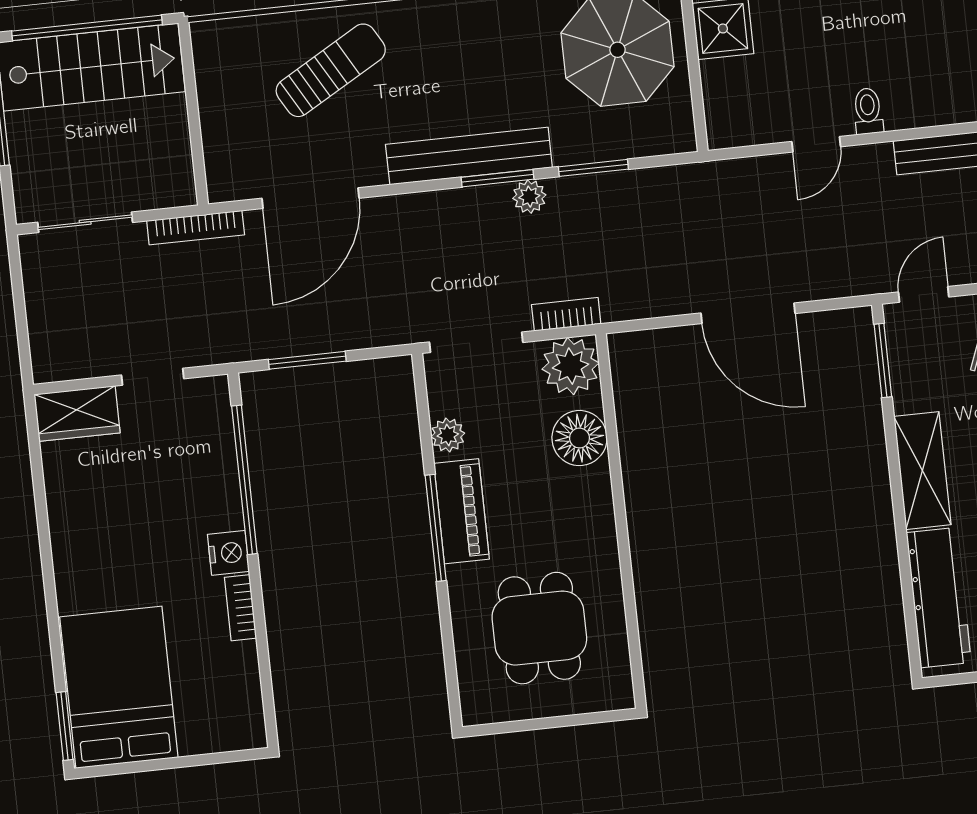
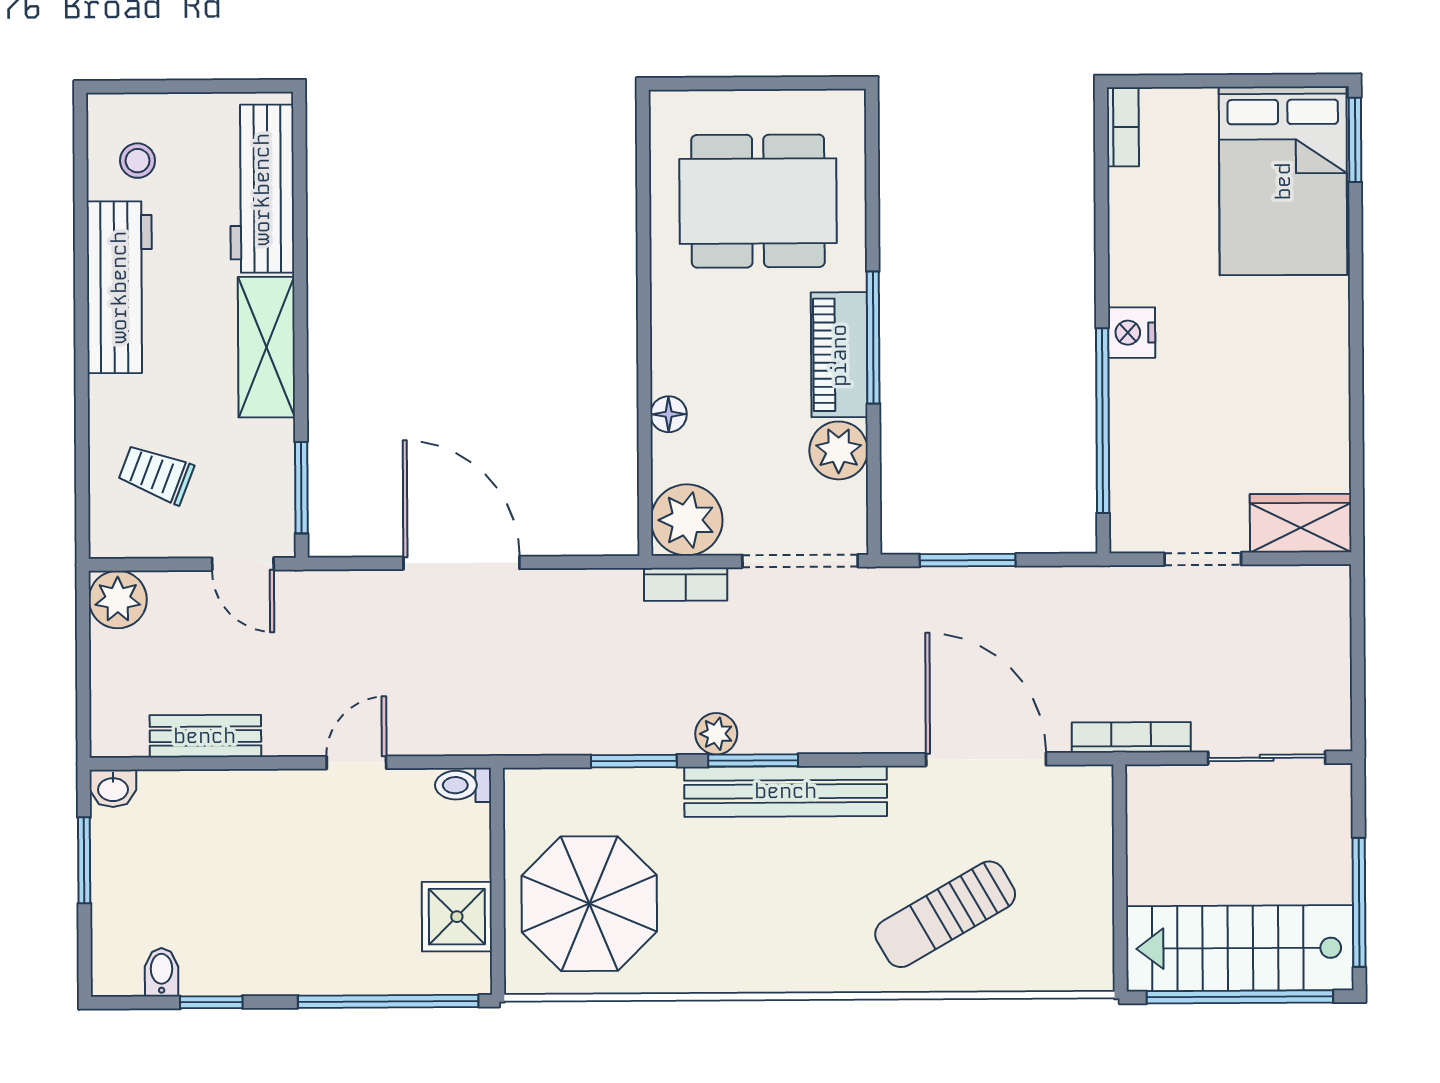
toilet: (868, 111) -> (463, 785), moved, turned 90
door: (310, 198) -> (986, 759), hinge flipped
door: (924, 294) -> (243, 564), hinge flipped
window: (307, 360) -> (968, 560), moved
plant: (448, 435) -> (839, 450), width x1.38, depth x1.38
floor lamp: (579, 438) -> (669, 414), width x0.53, depth x0.53
bookcase: (240, 608) -> (1123, 127), moved
dining table: (539, 628) -> (758, 201), width x1.38

